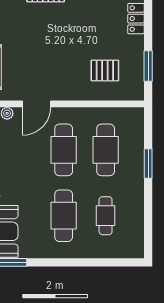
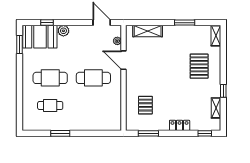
cafe table: (106, 150) -> (93, 105), removed
window: (148, 163) -> (60, 133), moved

